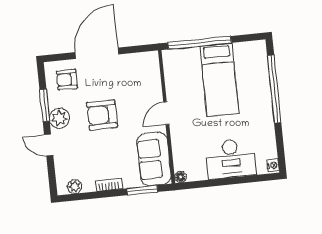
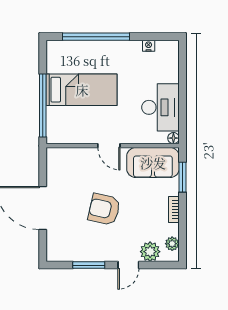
armchair: (67, 80) -> (66, 240), removed
armchair: (102, 115) -> (104, 209), turned 103
plant: (59, 118) -> (150, 252), moved
desk: (231, 159) -> (160, 107), moved
nightstand: (273, 165) -> (149, 46), moved

